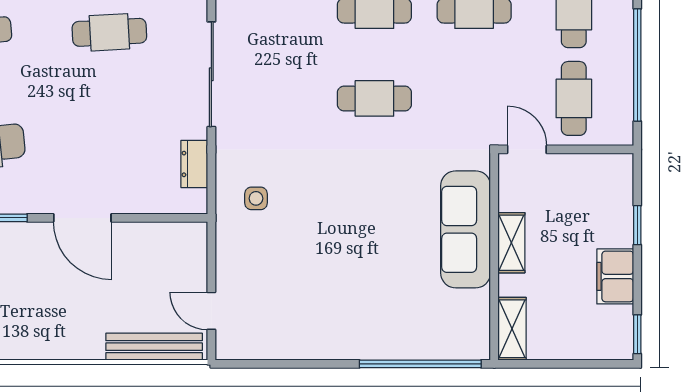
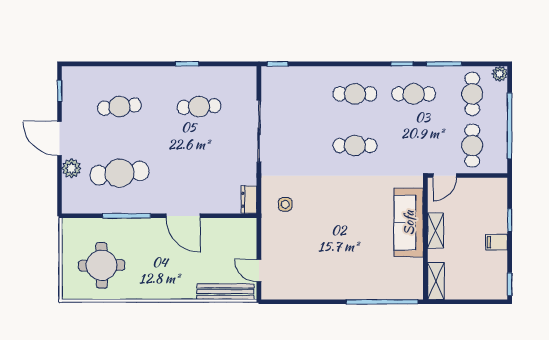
door: (527, 149) -> (445, 176), swing flipped
dresser: (194, 164) -> (249, 200), moved
filing cabinet: (615, 276) -> (497, 242), width x0.50

